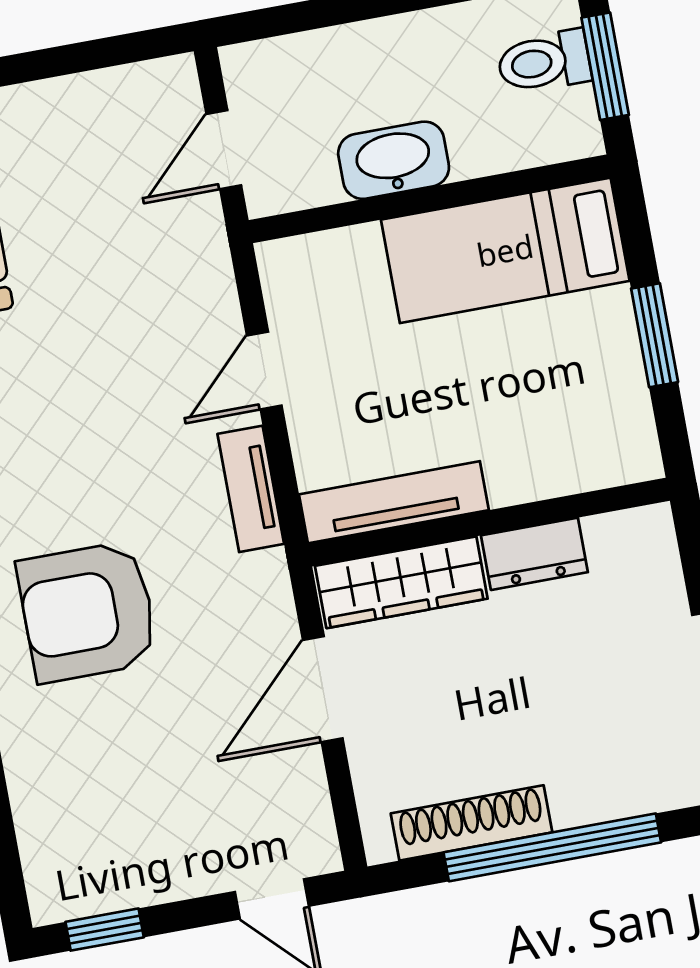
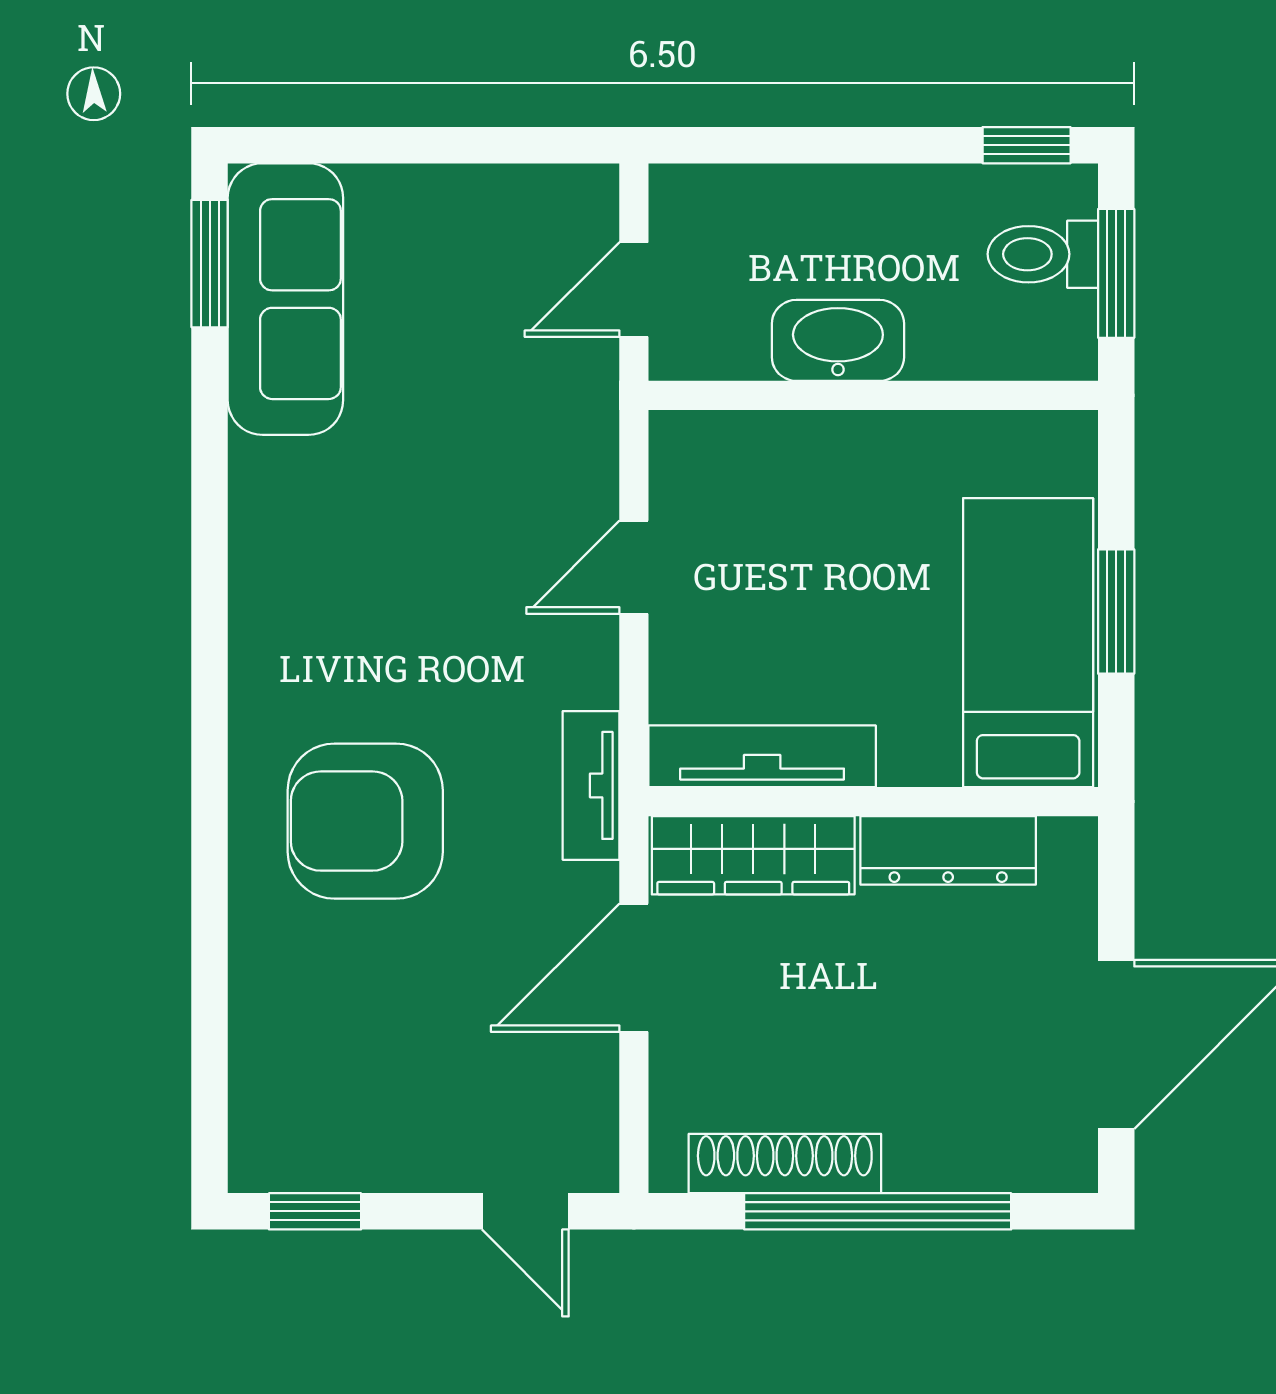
bed: (505, 250) -> (1028, 643), moved, turned 90
tv unit: (251, 489) -> (591, 785), moved
dresser: (534, 554) -> (948, 850), width x1.44

